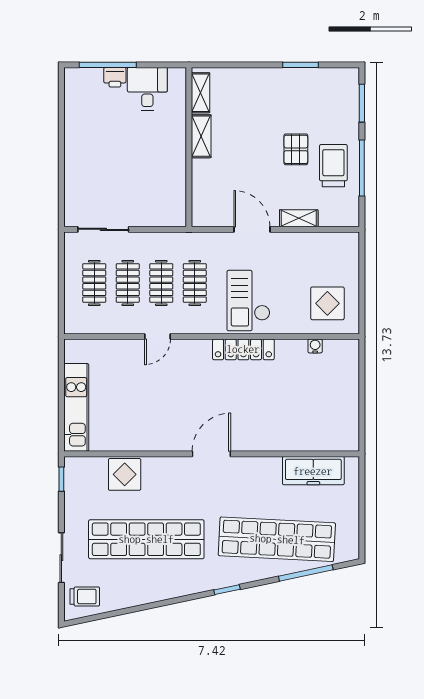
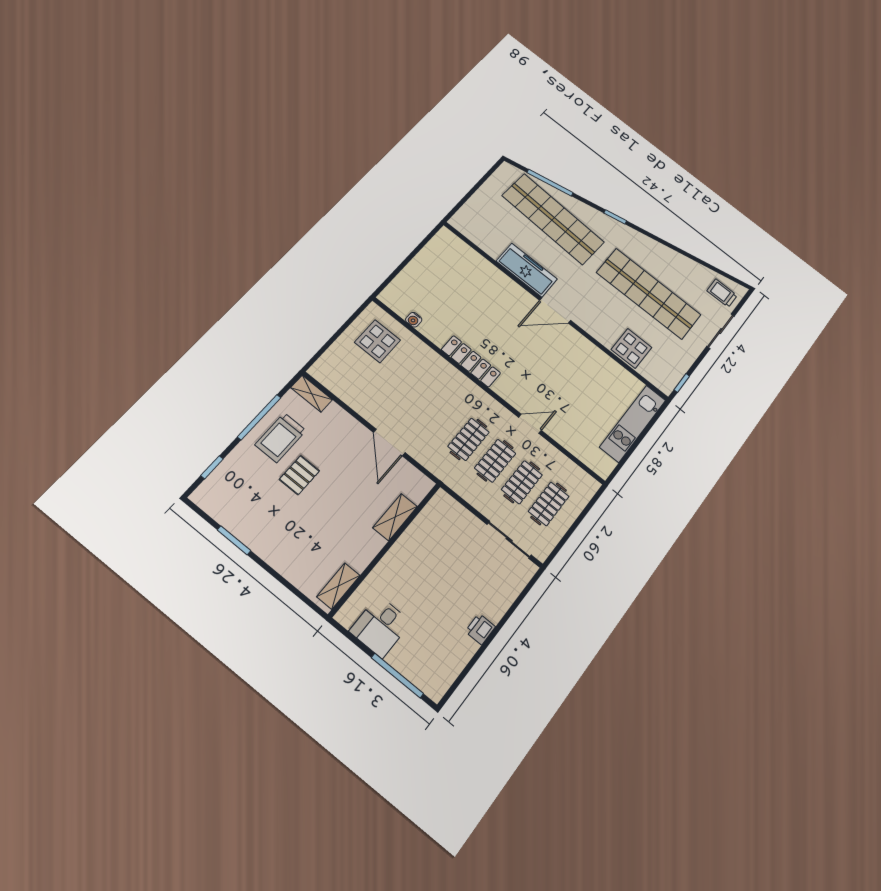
printer: (115, 77) -> (480, 629), moved, turned -90
window: (362, 103) -> (212, 467), width x0.67
shelving: (201, 136) -> (395, 517), moved
shelving: (299, 218) -> (312, 394), moved
checkout: (248, 301) -> (437, 393), removed
freezer: (313, 471) -> (527, 270), moved

